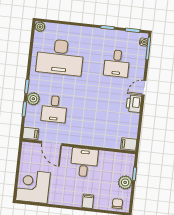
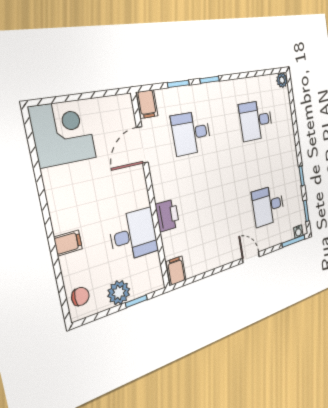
desk: (60, 57) -> (256, 120), width x0.53, depth x0.77
plant: (33, 99) -> (196, 95), removed
printer: (134, 104) -> (167, 215), moved, turned 90
desk: (84, 162) -> (134, 235), moved

